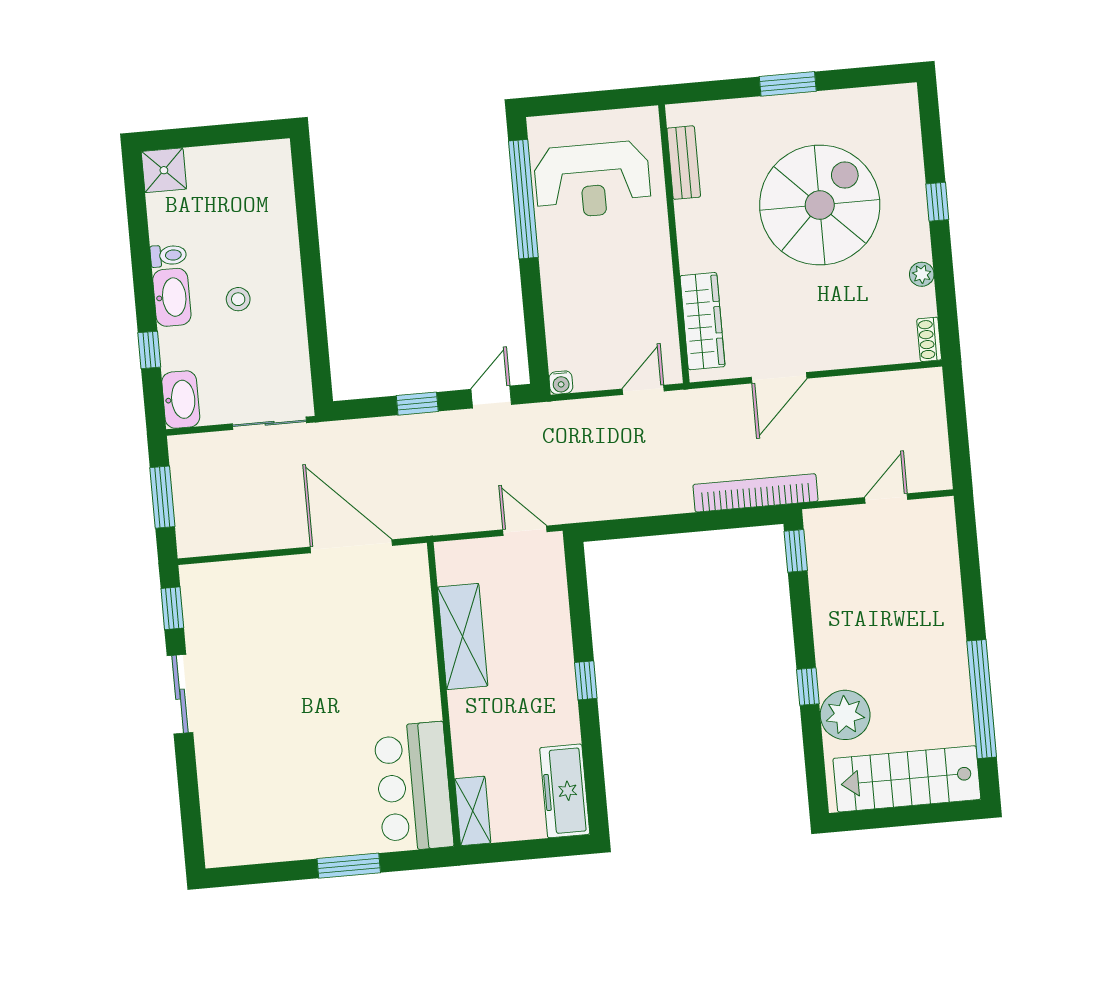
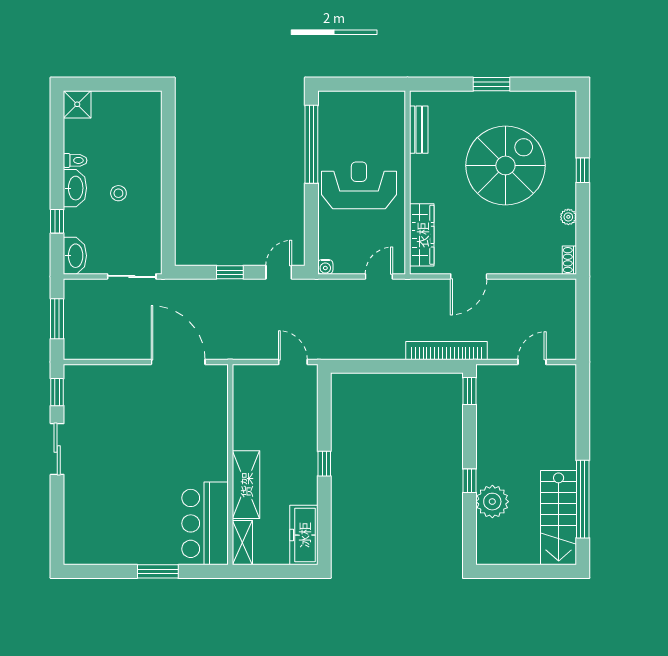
reception desk: (592, 180) -> (359, 185), moved, turned 180
shelving: (463, 637) -> (246, 485), moved
stairs: (907, 779) -> (559, 518), moved, turned -90

